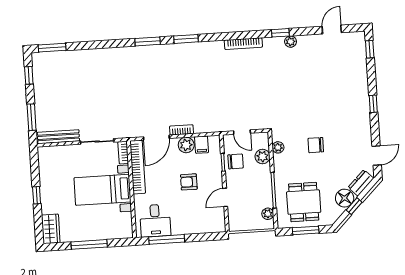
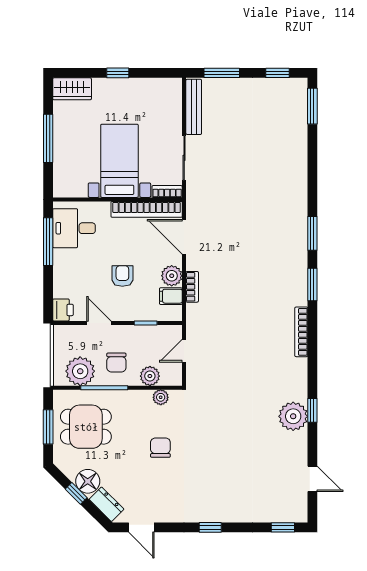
plant: (291, 42) -> (293, 416), width x1.88, depth x1.88
bookcase: (243, 44) -> (301, 332), moved
bookcase: (181, 130) -> (192, 287), moved
chair: (236, 161) -> (116, 363), moved
plant: (268, 214) -> (80, 371), width x1.87, depth x1.87
printer: (217, 225) -> (63, 310), added

